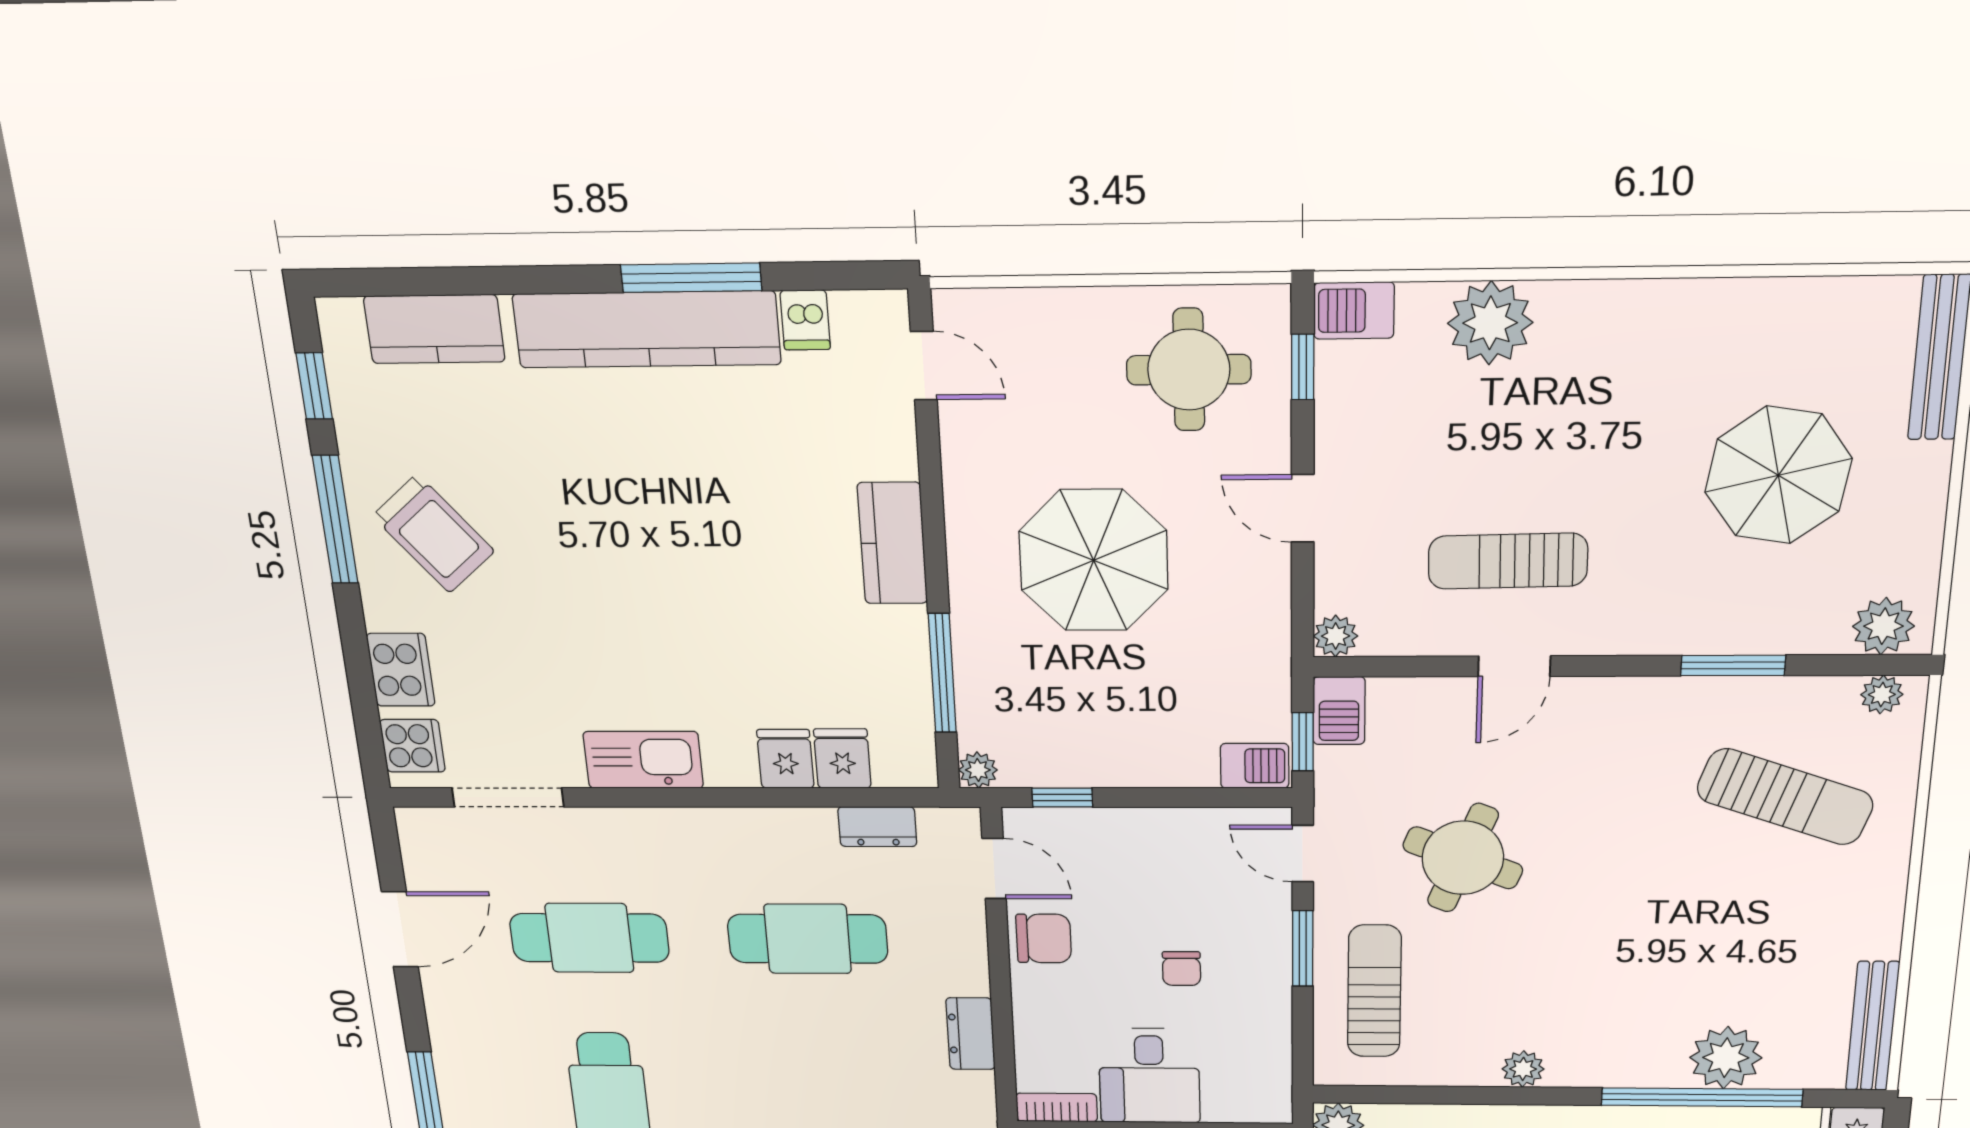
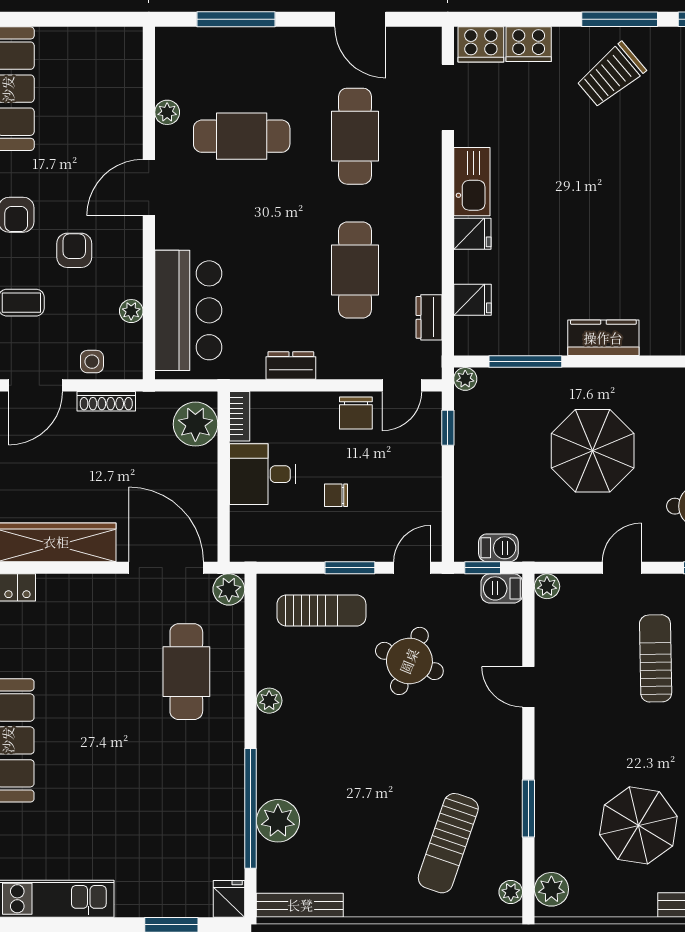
sun lounger: (1508, 561) -> (656, 658), moved
cooker: (413, 746) -> (481, 44), width x1.36
fridge: (785, 759) -> (472, 234), moved
barbecue: (1255, 766) -> (498, 548), moved, turned -90

